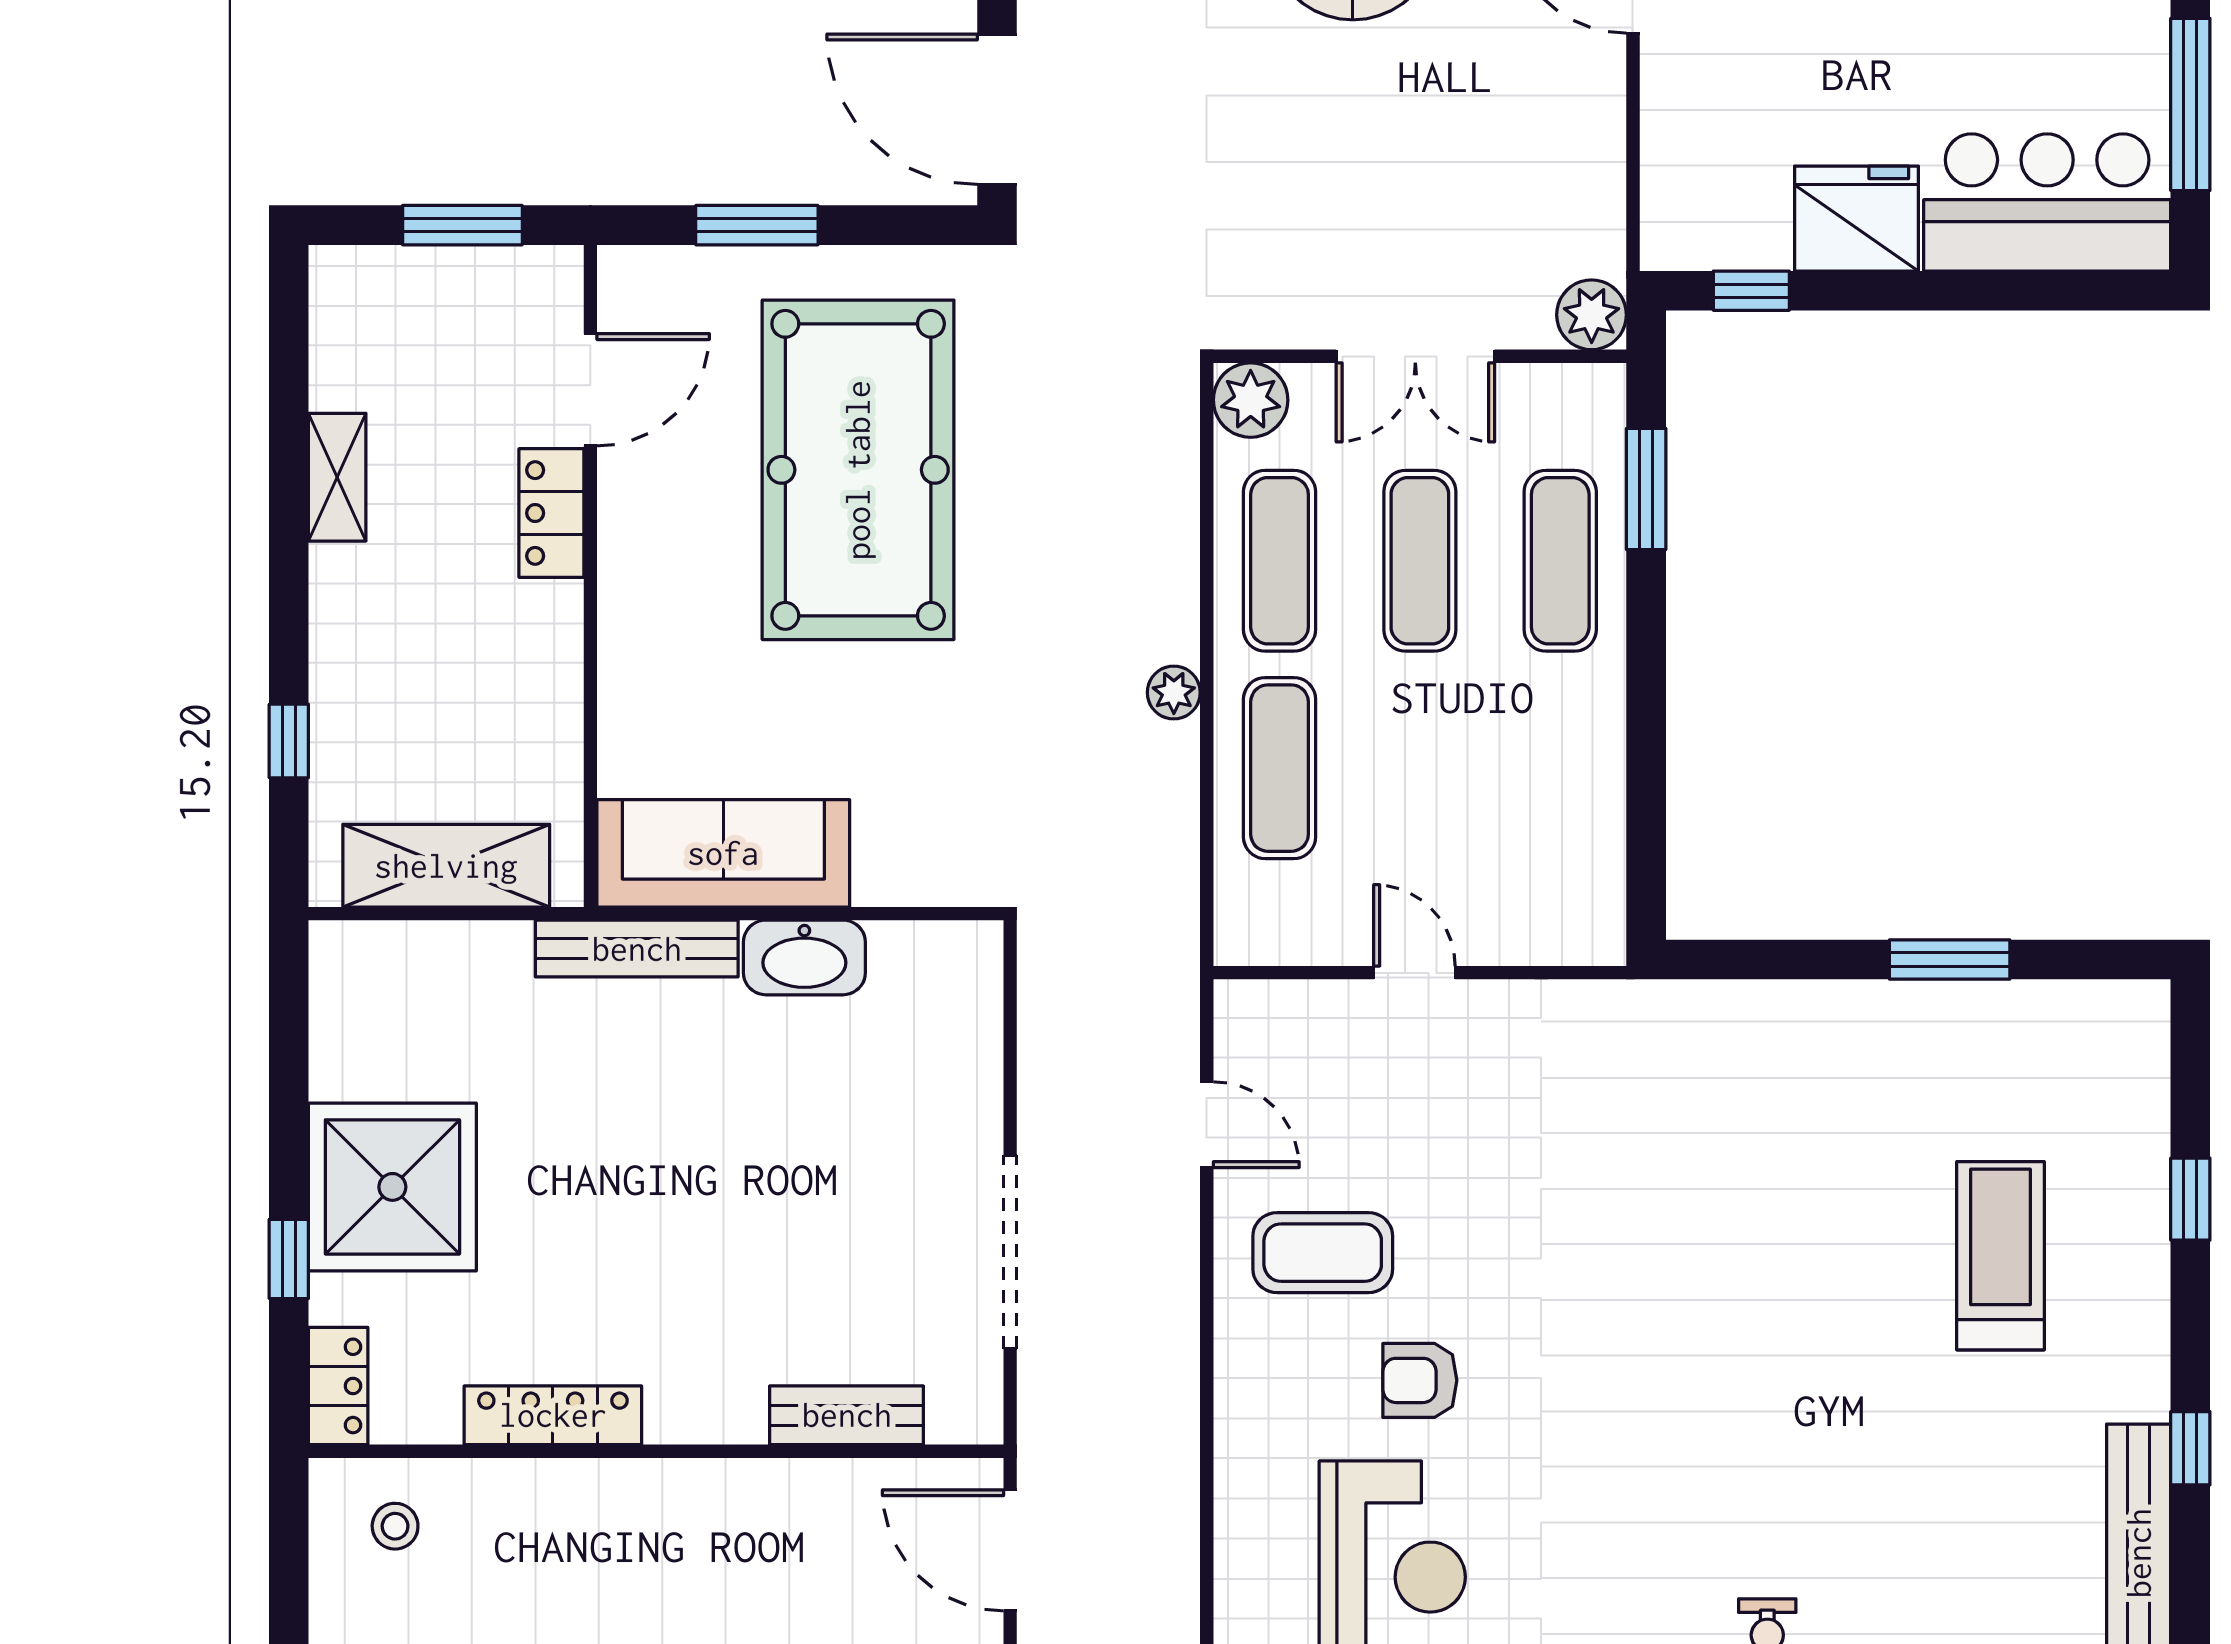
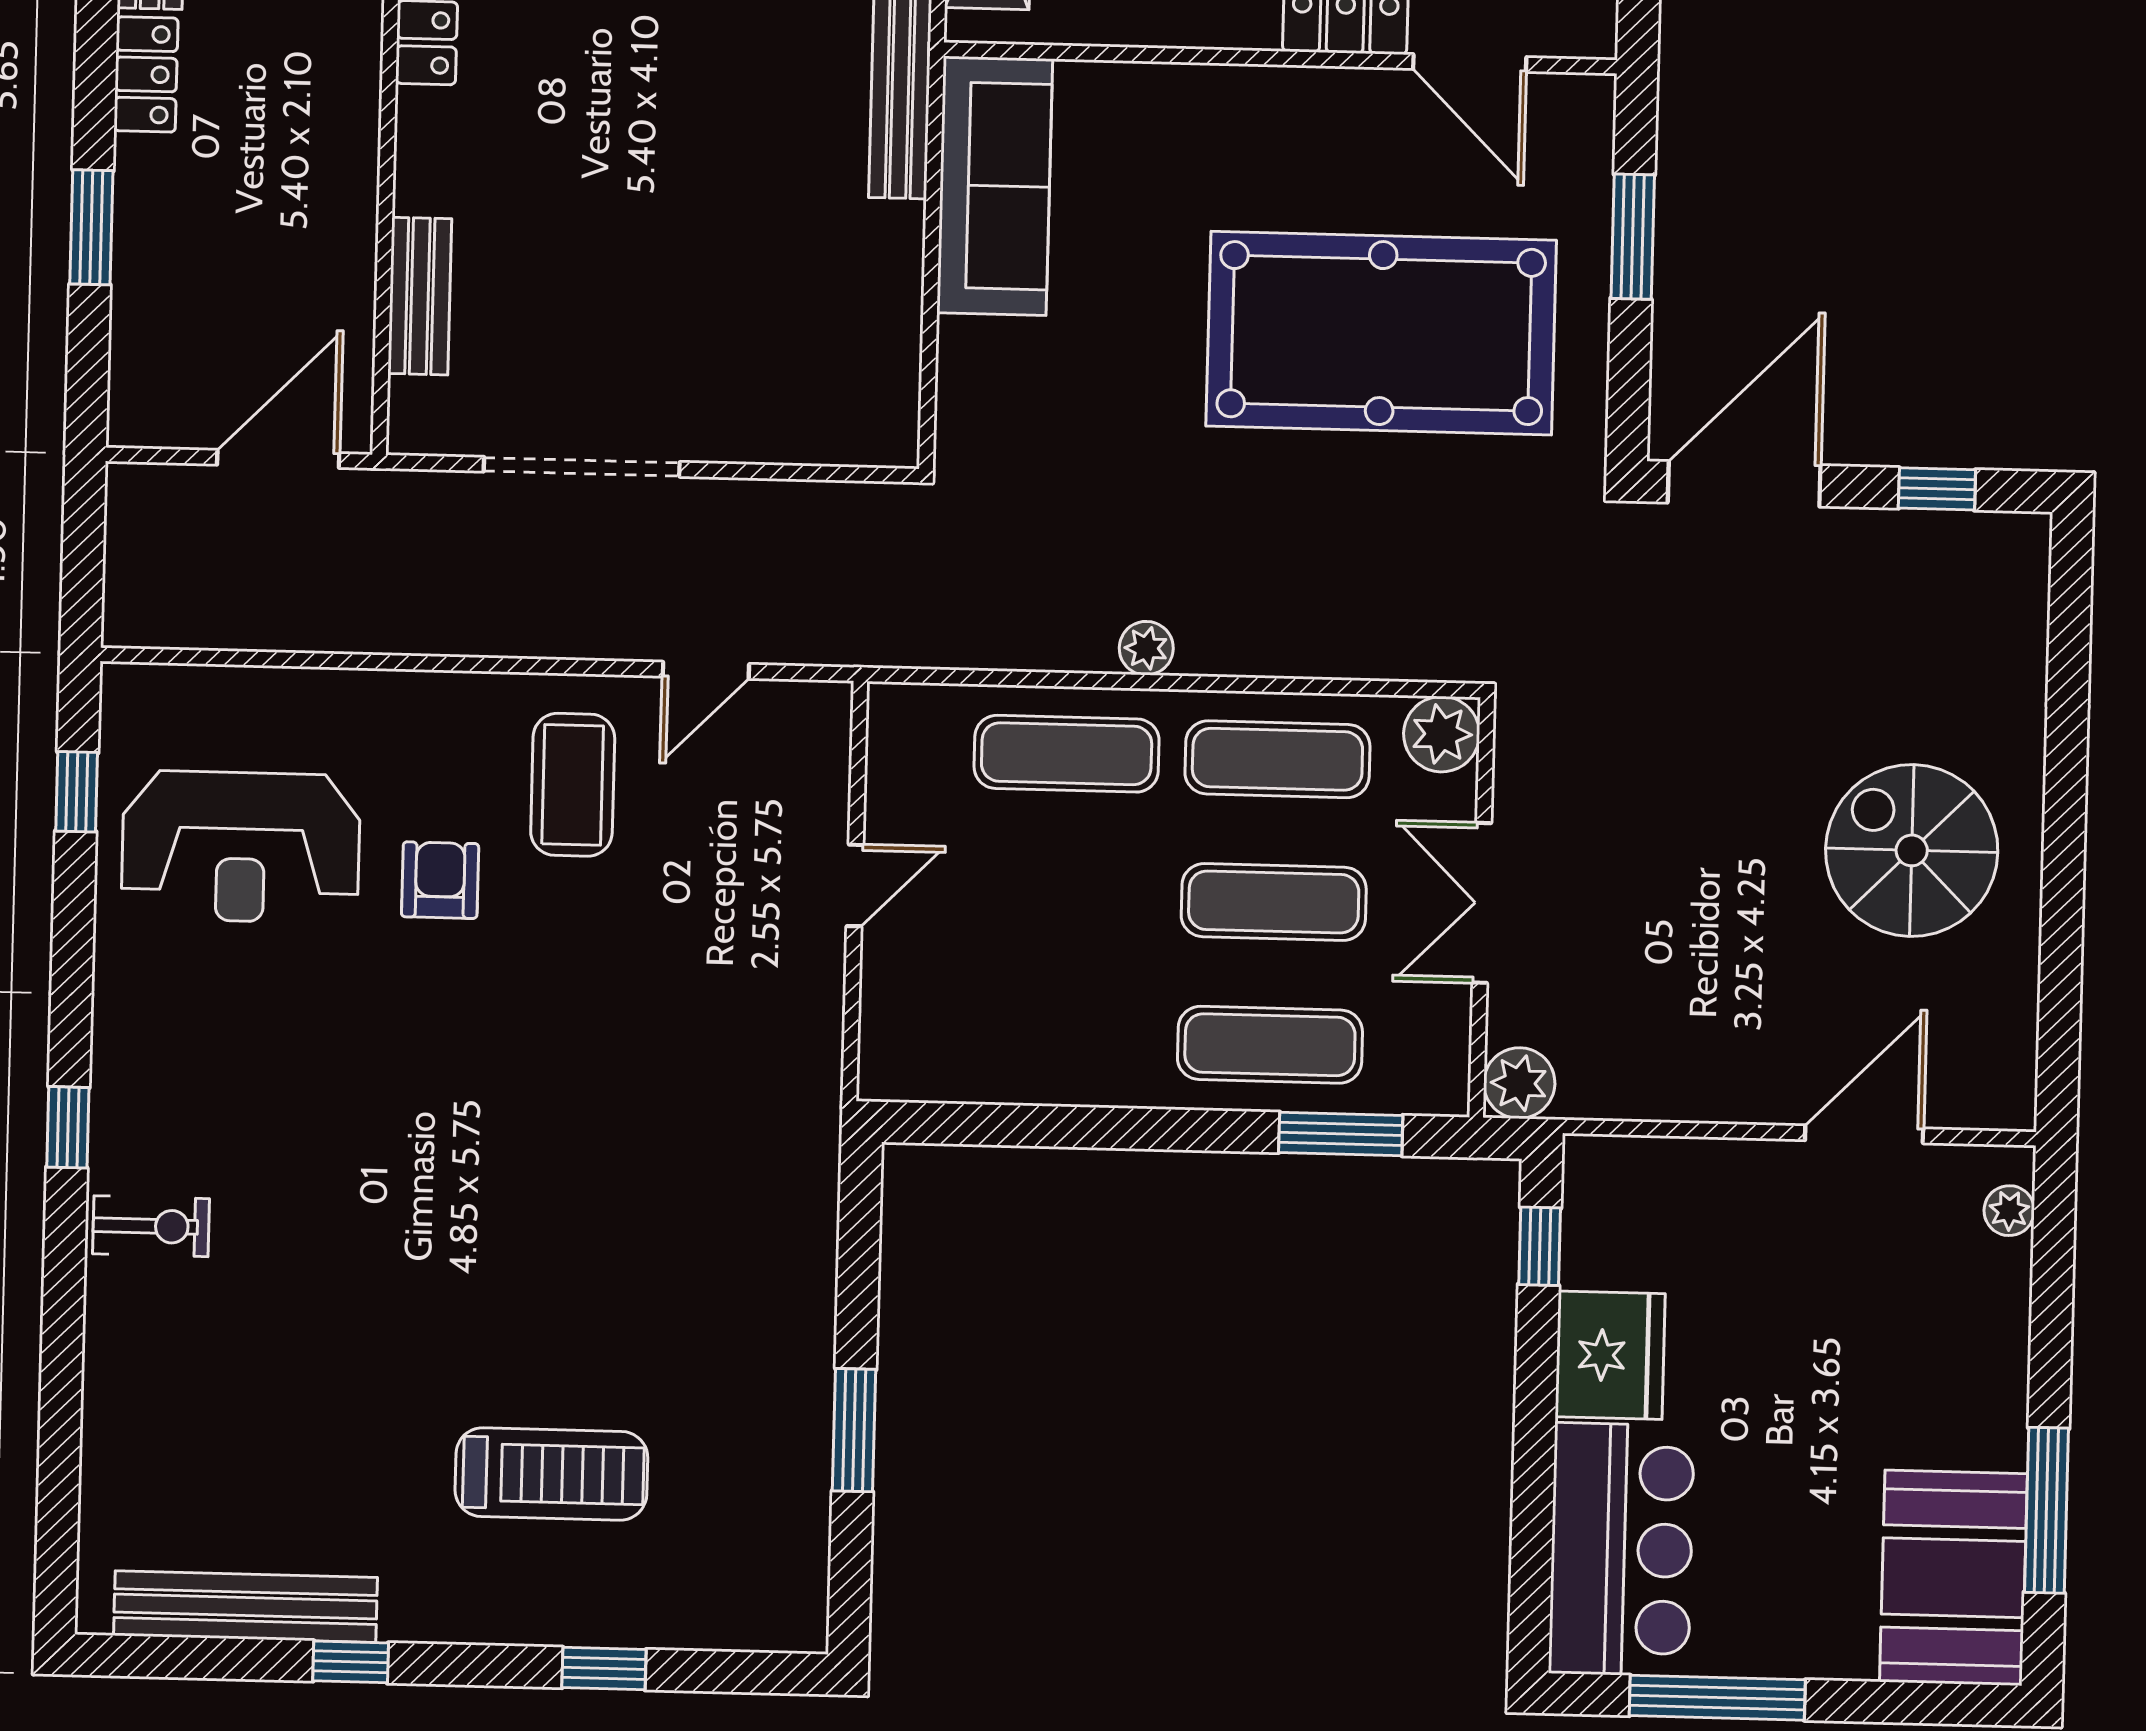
washbasin: (804, 957) -> (887, 265), removed

